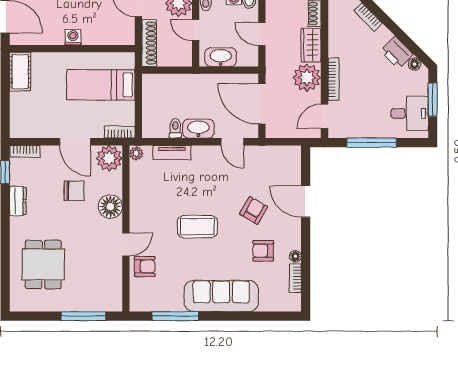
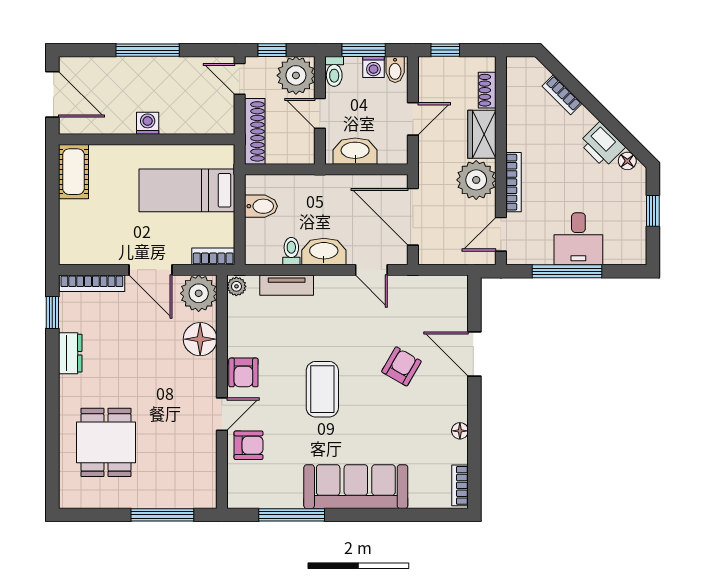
door: (262, 34) -> (413, 119), swing flipped
bidet: (154, 96) -> (261, 206), added
window: (433, 100) -> (653, 211), width x0.67
desk: (410, 113) -> (578, 239), moved, turned 90
bookcase: (25, 151) -> (92, 283), width x1.56
chair: (74, 191) -> (149, 339), removed
floor lamp: (110, 207) -> (200, 339), moved
coffee table: (197, 227) -> (322, 389), turned 90
armchair: (263, 251) -> (243, 372), moved, turned -90
bookcase: (295, 278) -> (460, 485), moved

